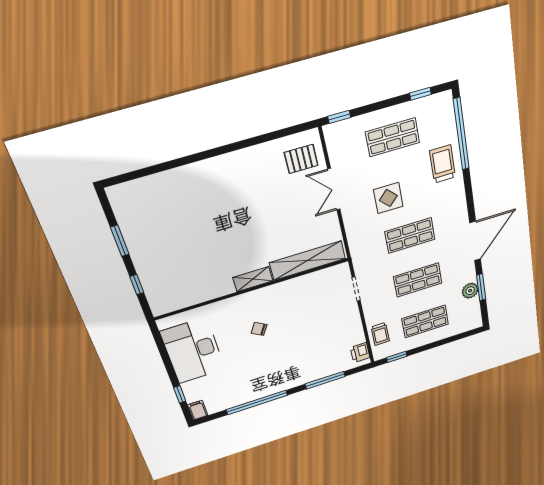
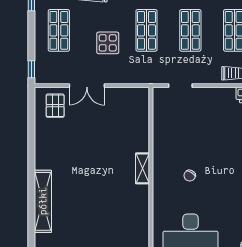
shelving: (308, 261) -> (43, 201), moved

